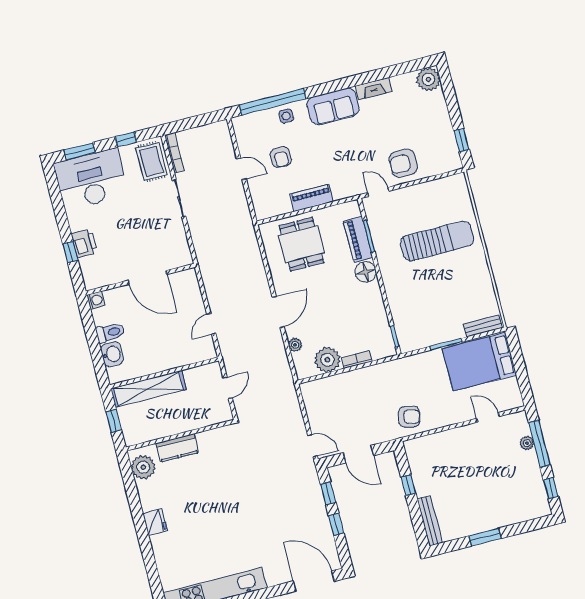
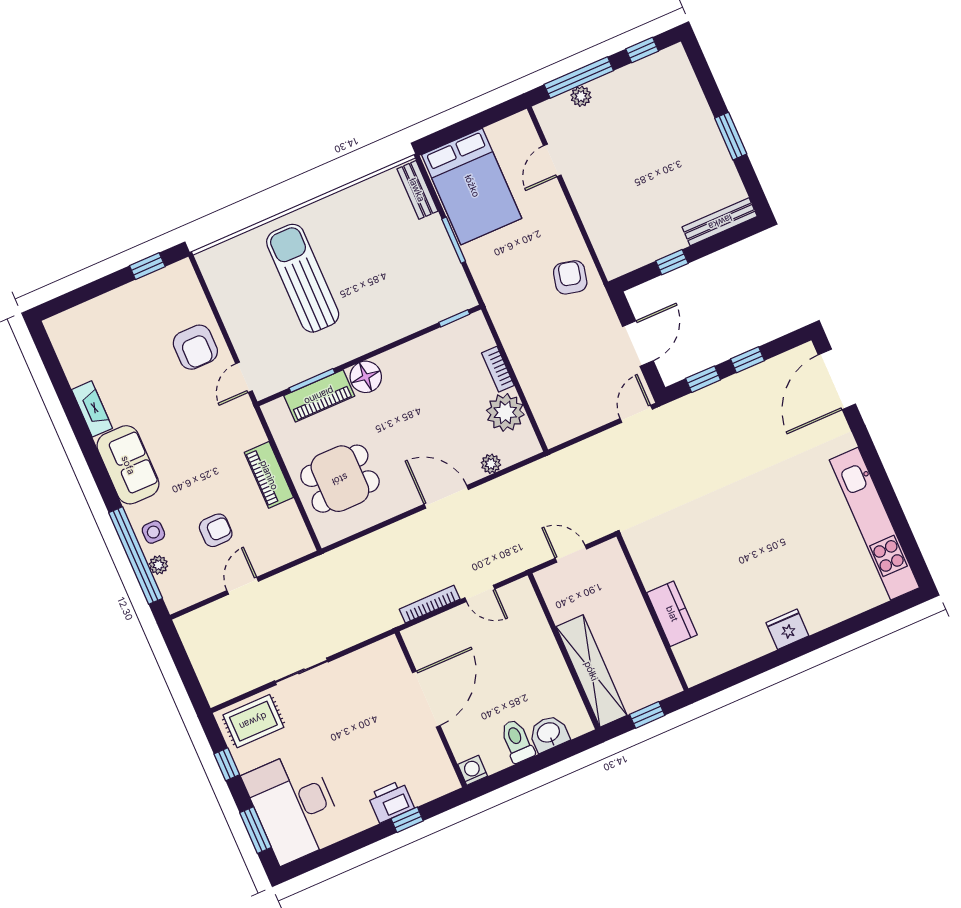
plant: (428, 79) -> (158, 565), moved, width x0.53, depth x0.53
bookcase: (174, 153) -> (430, 604), moved
plant: (143, 467) -> (709, 660), removed

